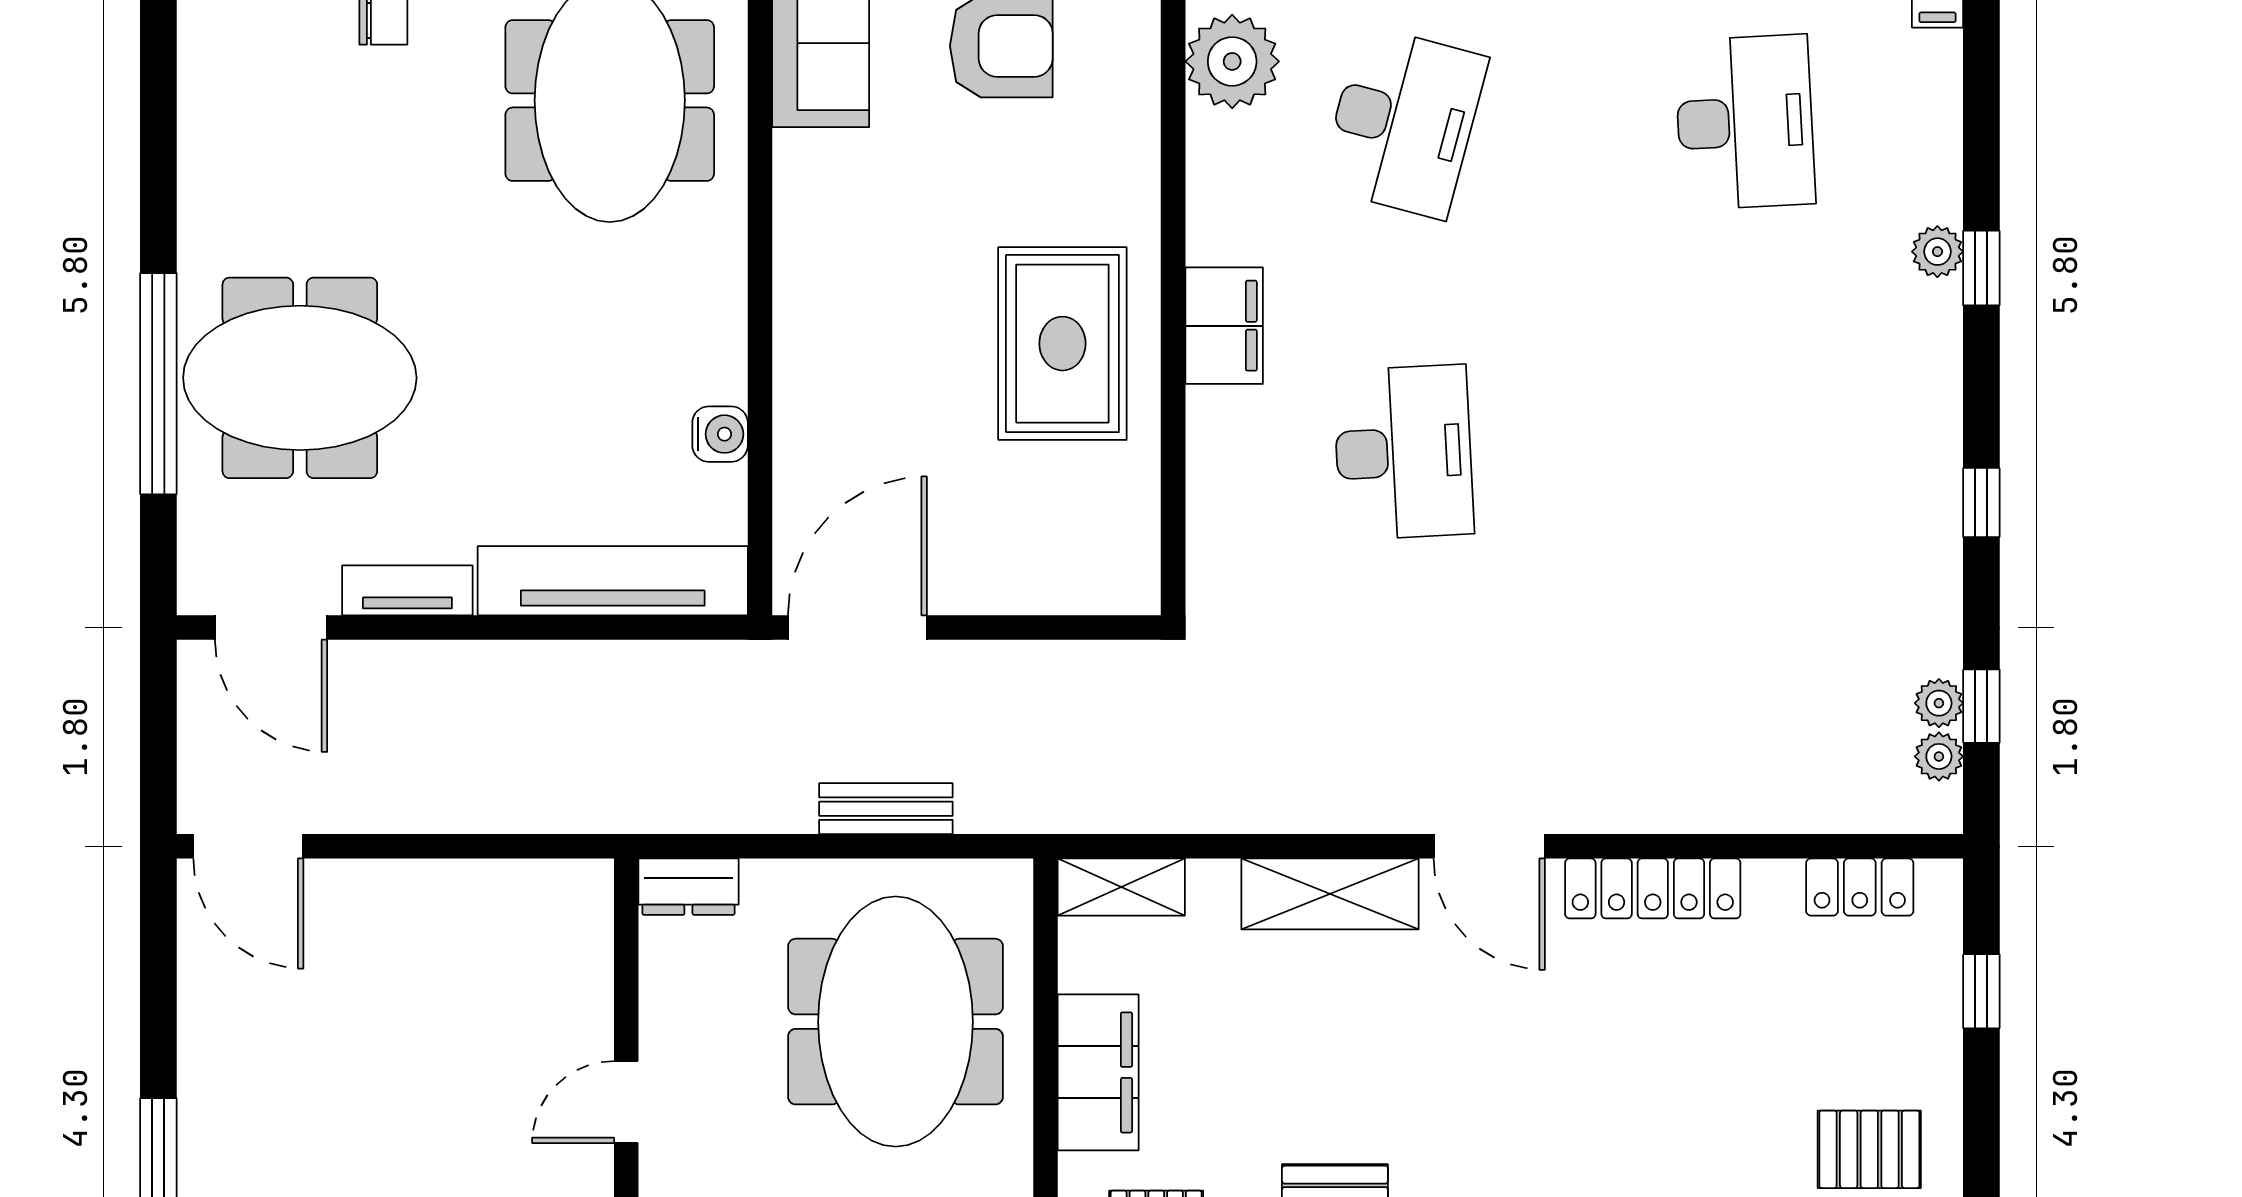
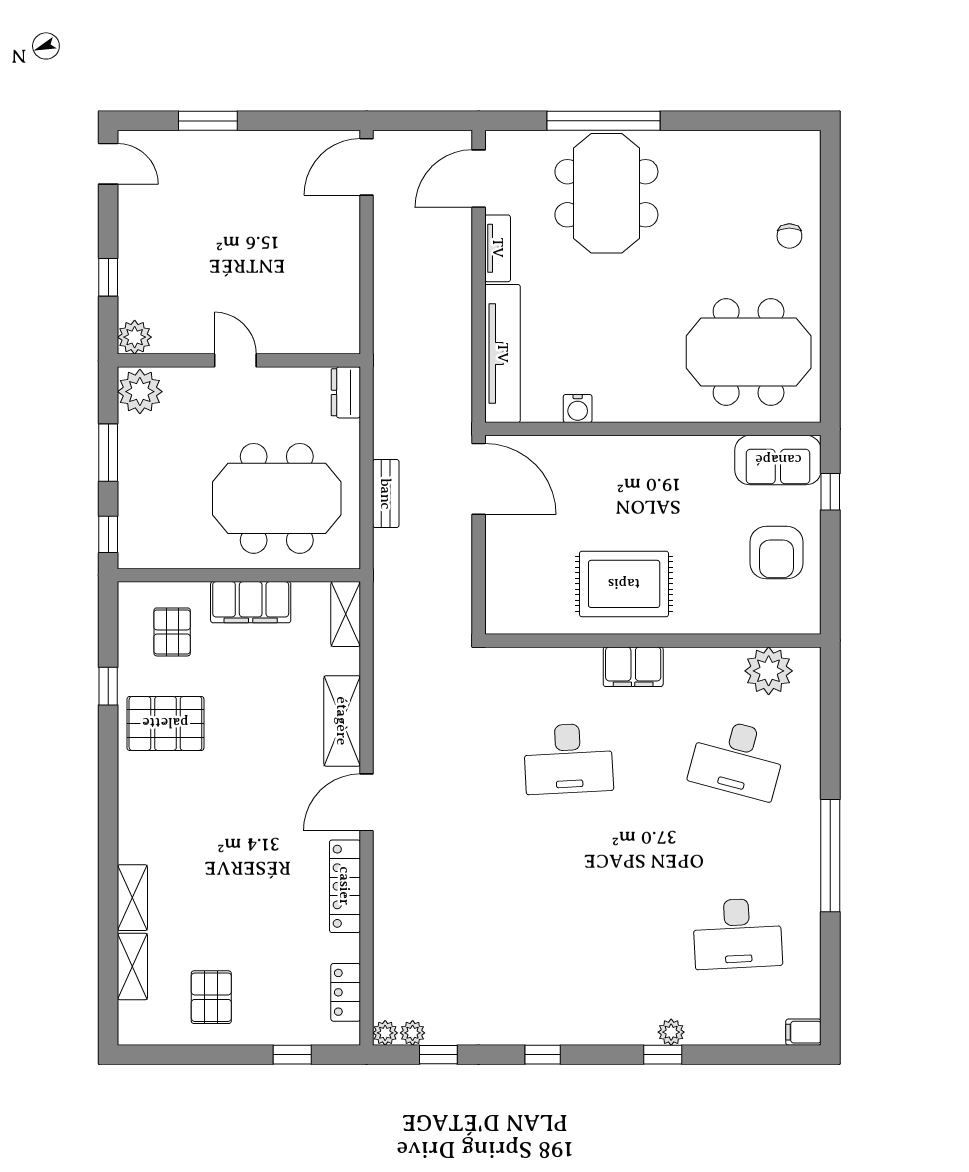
plant: (1939, 703) -> (385, 1033), moved

